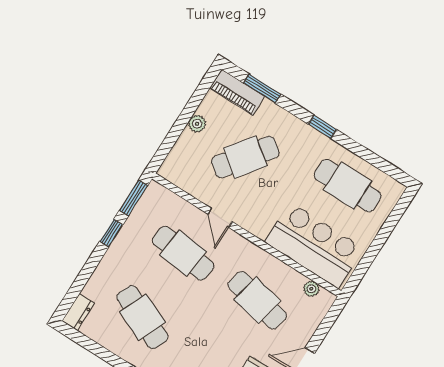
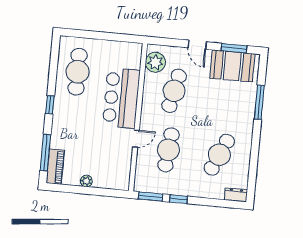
window: (262, 89) -> (45, 153), width x1.44
cafe table: (245, 157) -> (92, 142), removed
bar counter: (314, 245) -> (121, 98), moved
plant: (311, 289) -> (155, 62), width x1.88, depth x1.88

